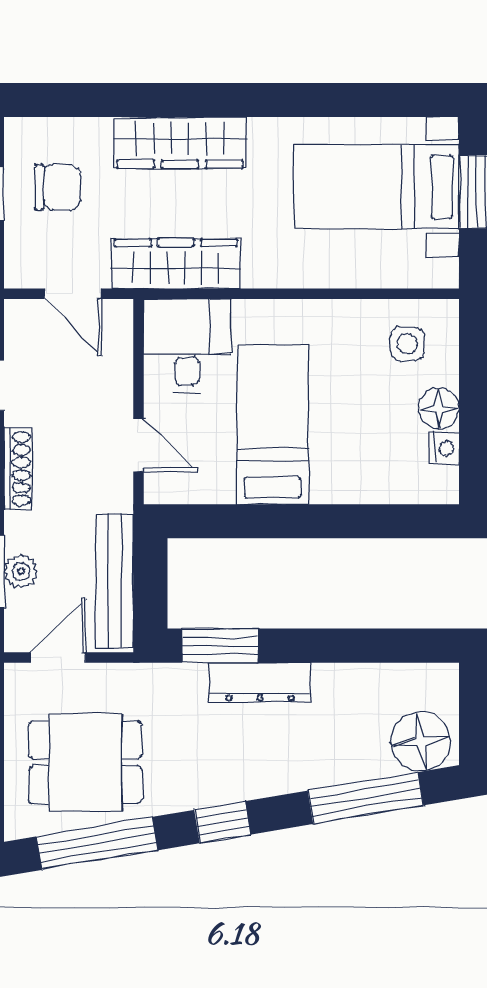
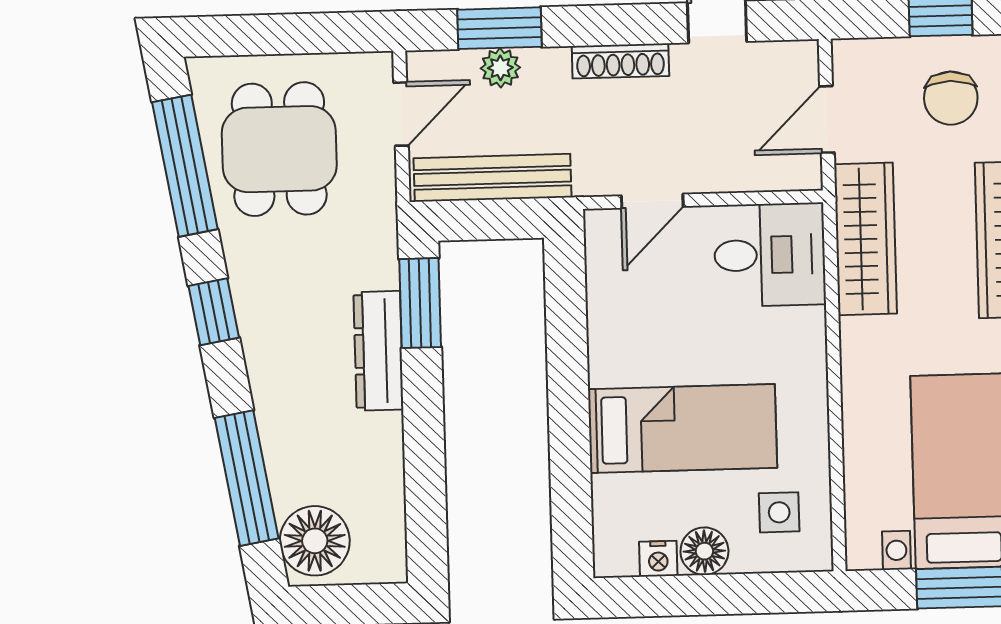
bed: (273, 425) -> (682, 428), moved
door: (58, 658) -> (401, 114), hinge flipped

